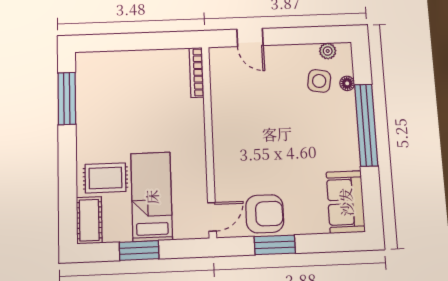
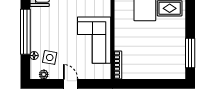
door: (250, 37) -> (71, 84), moved
corner sofa: (241, 115) -> (94, 40), added

